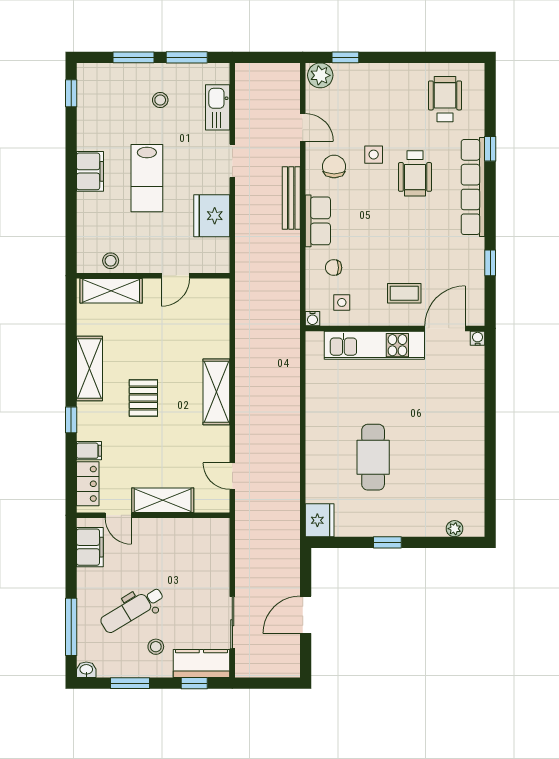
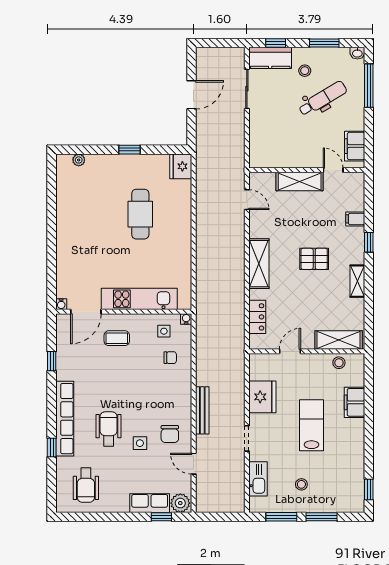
filing cabinet: (90, 171) -> (355, 402), moved
row of seats: (318, 221) -> (150, 503), moved, turned 90
shelving: (90, 369) -> (357, 281), width x0.67, depth x0.75
pallet: (143, 398) -> (314, 259), turned 90
locker: (88, 484) -> (257, 317), moved, turned 180

